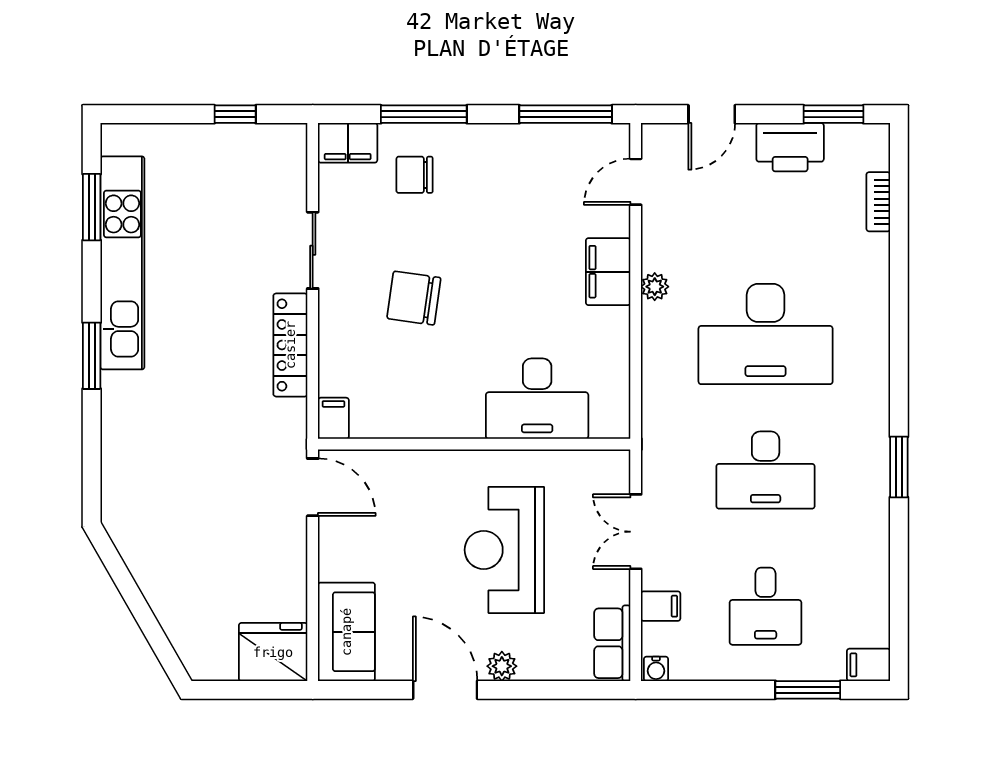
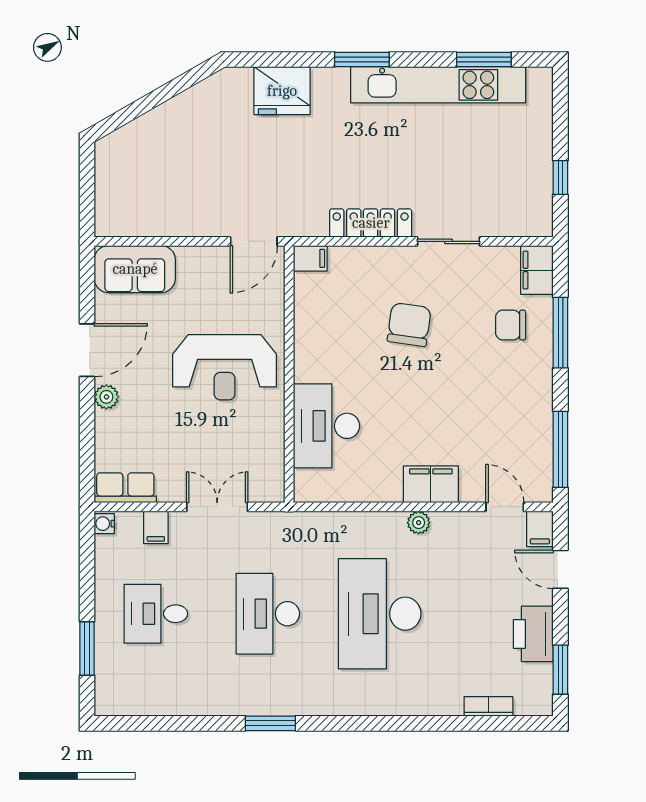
chair: (414, 175) -> (511, 325), turned -90
reception desk: (504, 550) -> (225, 367), moved, turned 180
fridge: (273, 652) -> (282, 91), moved, turned 90
filing cabinet: (869, 665) -> (540, 529), moved, turned 180

